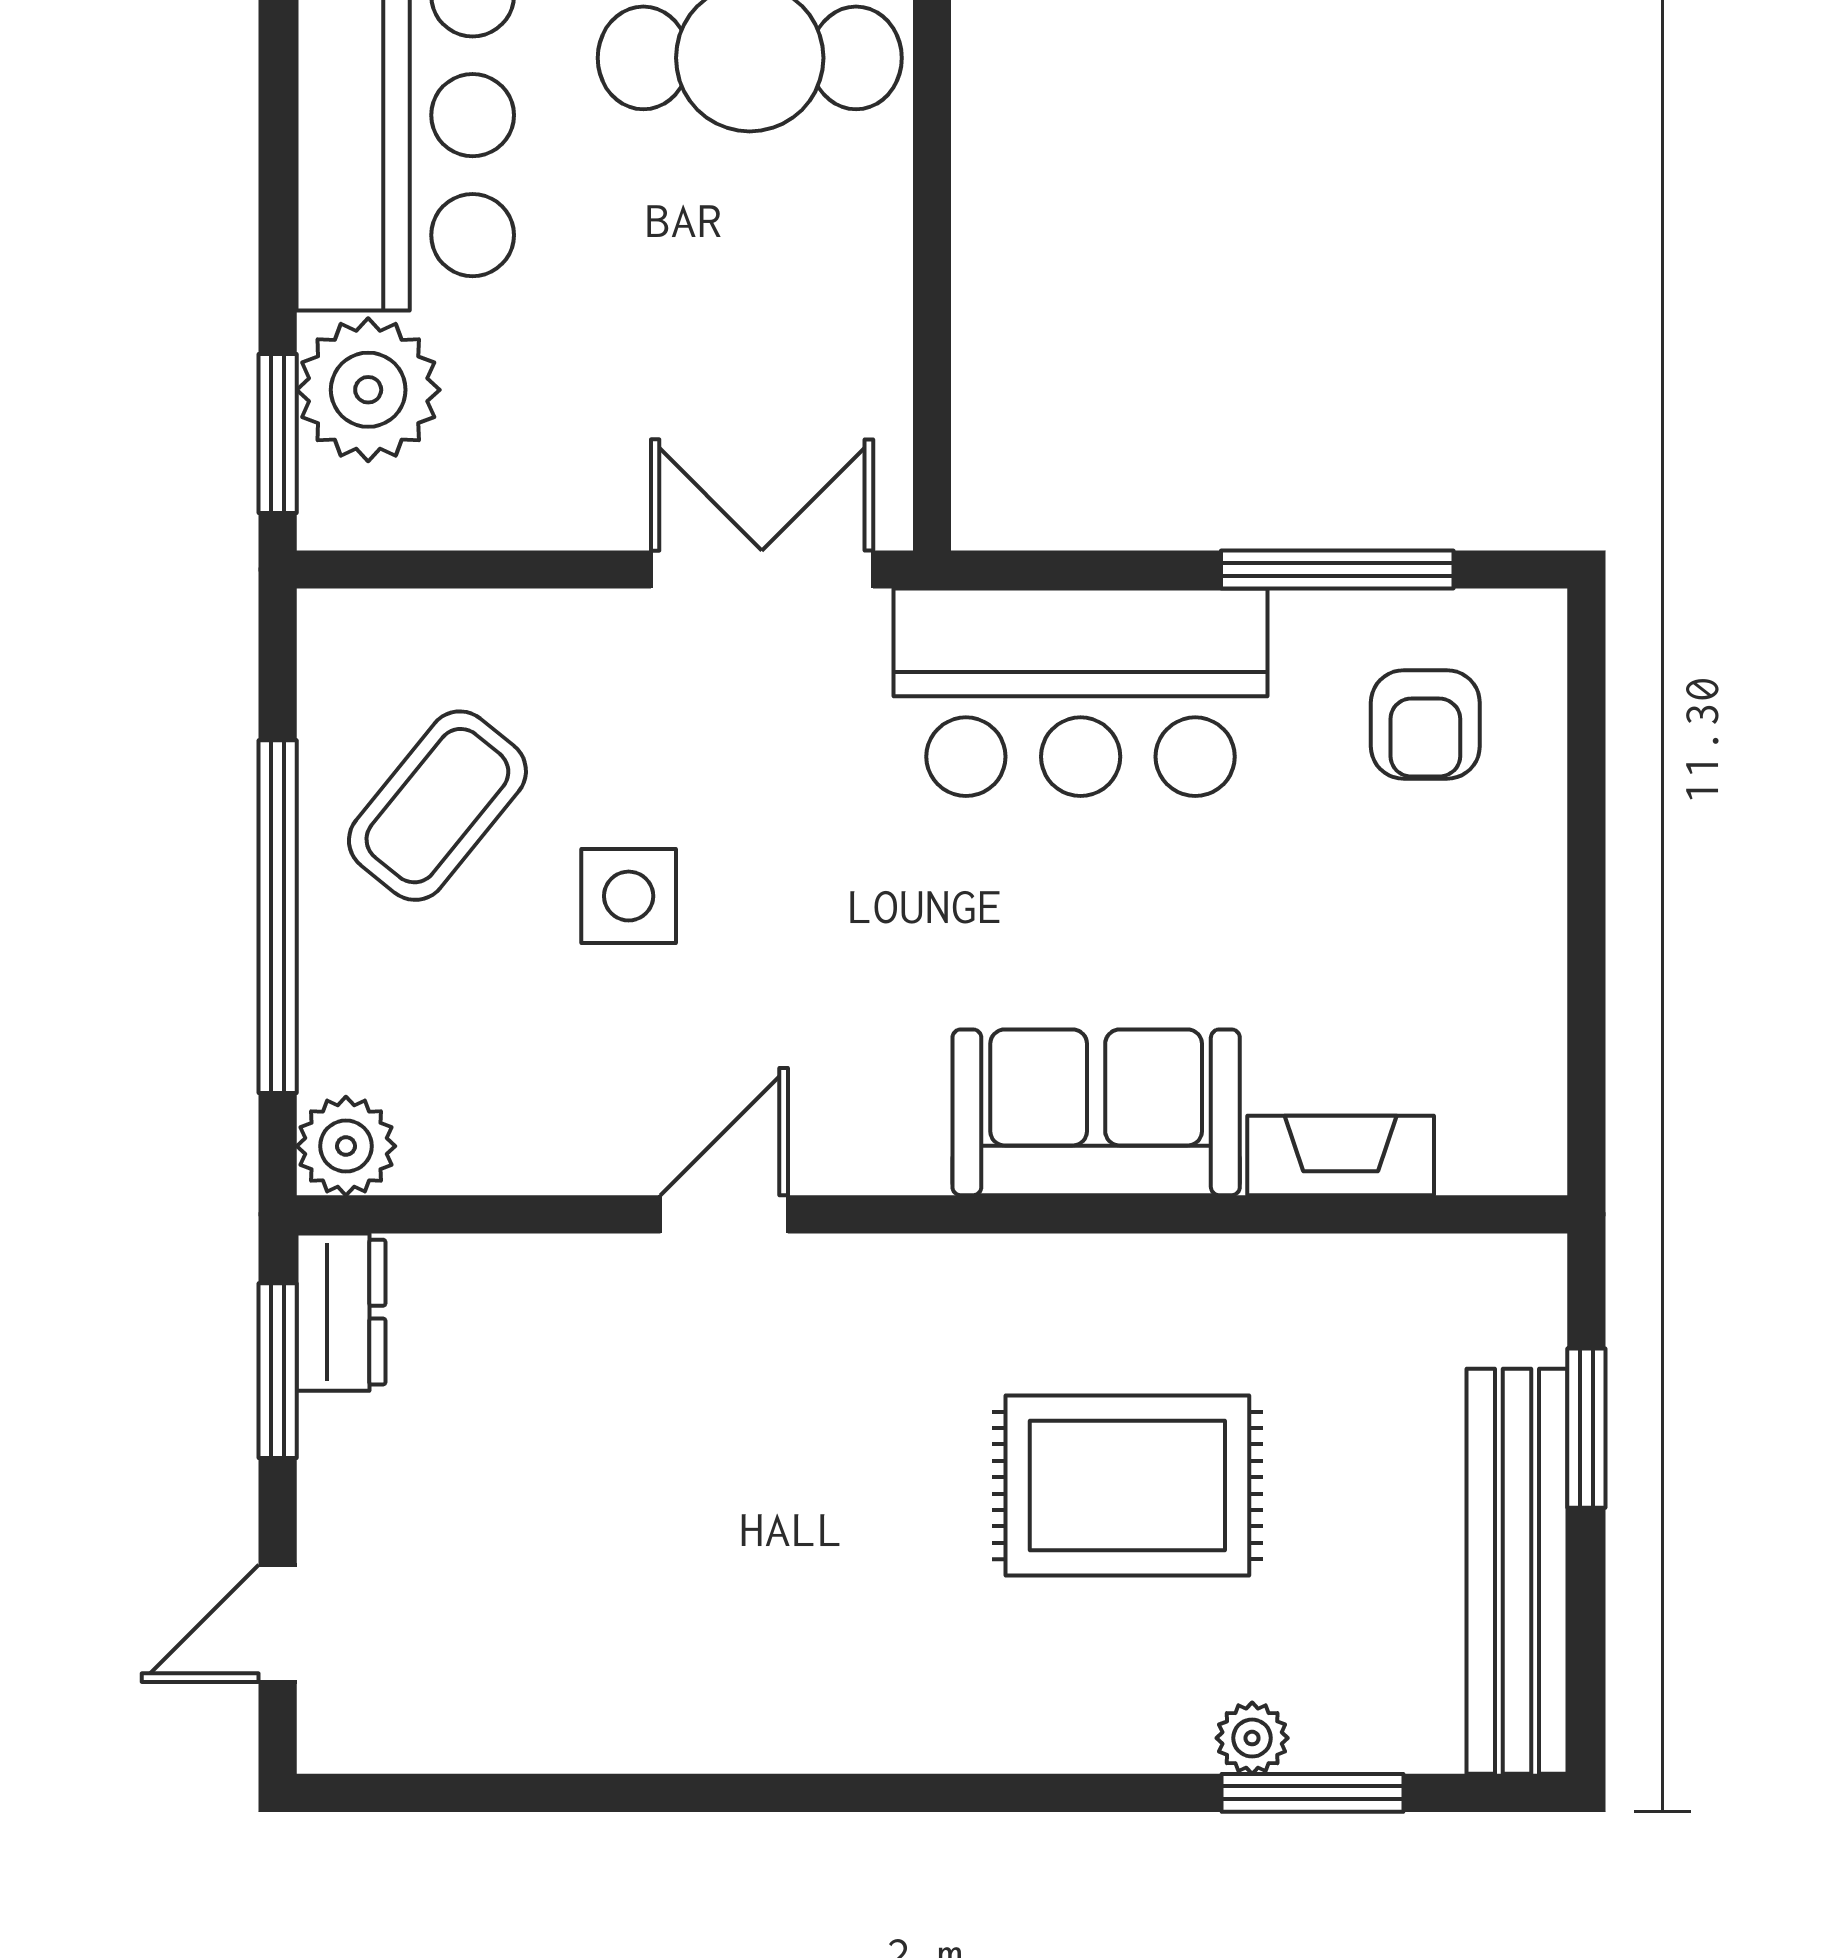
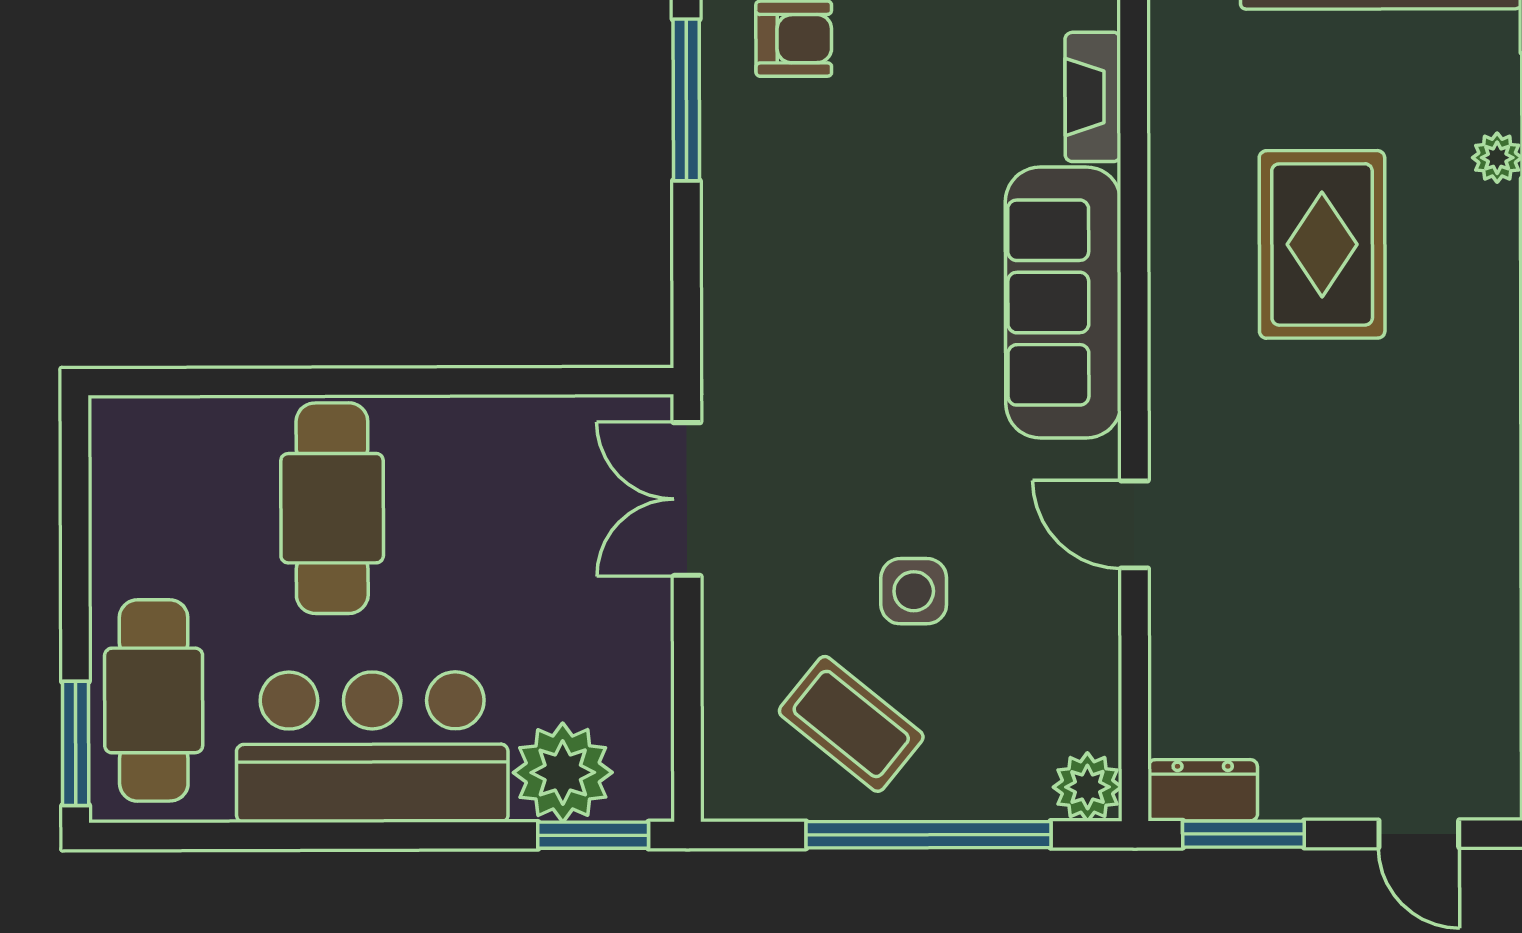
bar counter: (1081, 692) -> (772, 278), removed
sofa: (1096, 1112) -> (1063, 303), width x1.36

